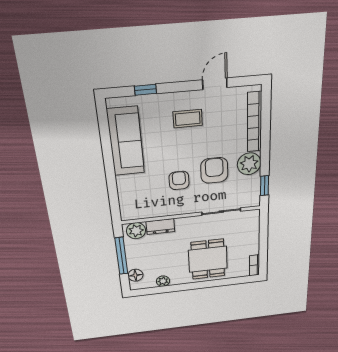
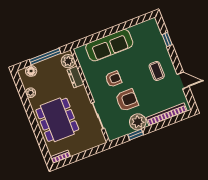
sofa: (126, 141) -> (109, 45), moved
window: (264, 186) -> (136, 135), moved
dining table: (208, 259) -> (57, 120), width x1.37

